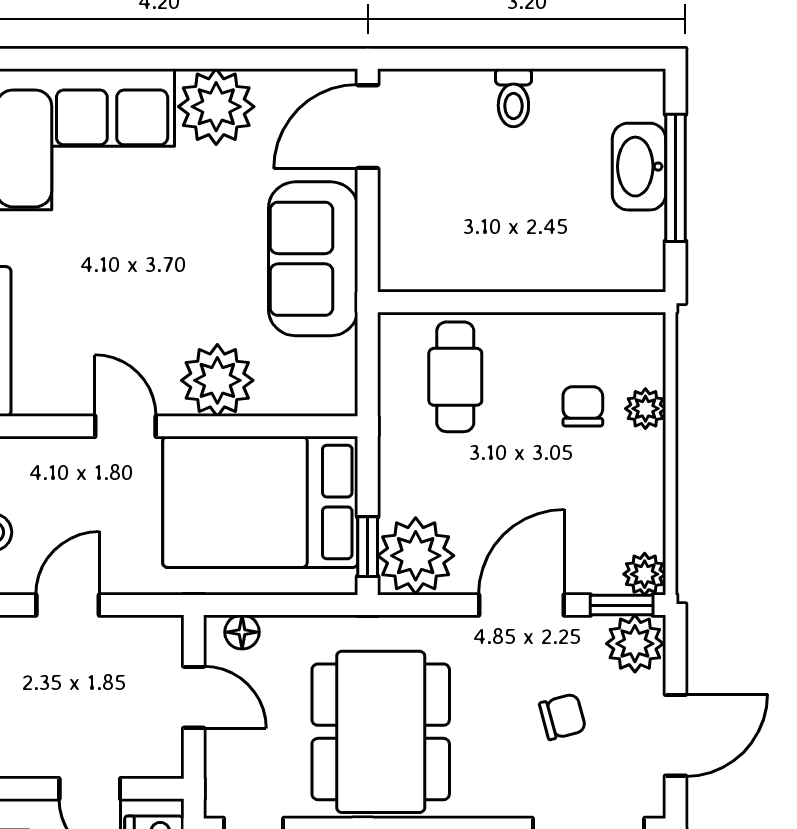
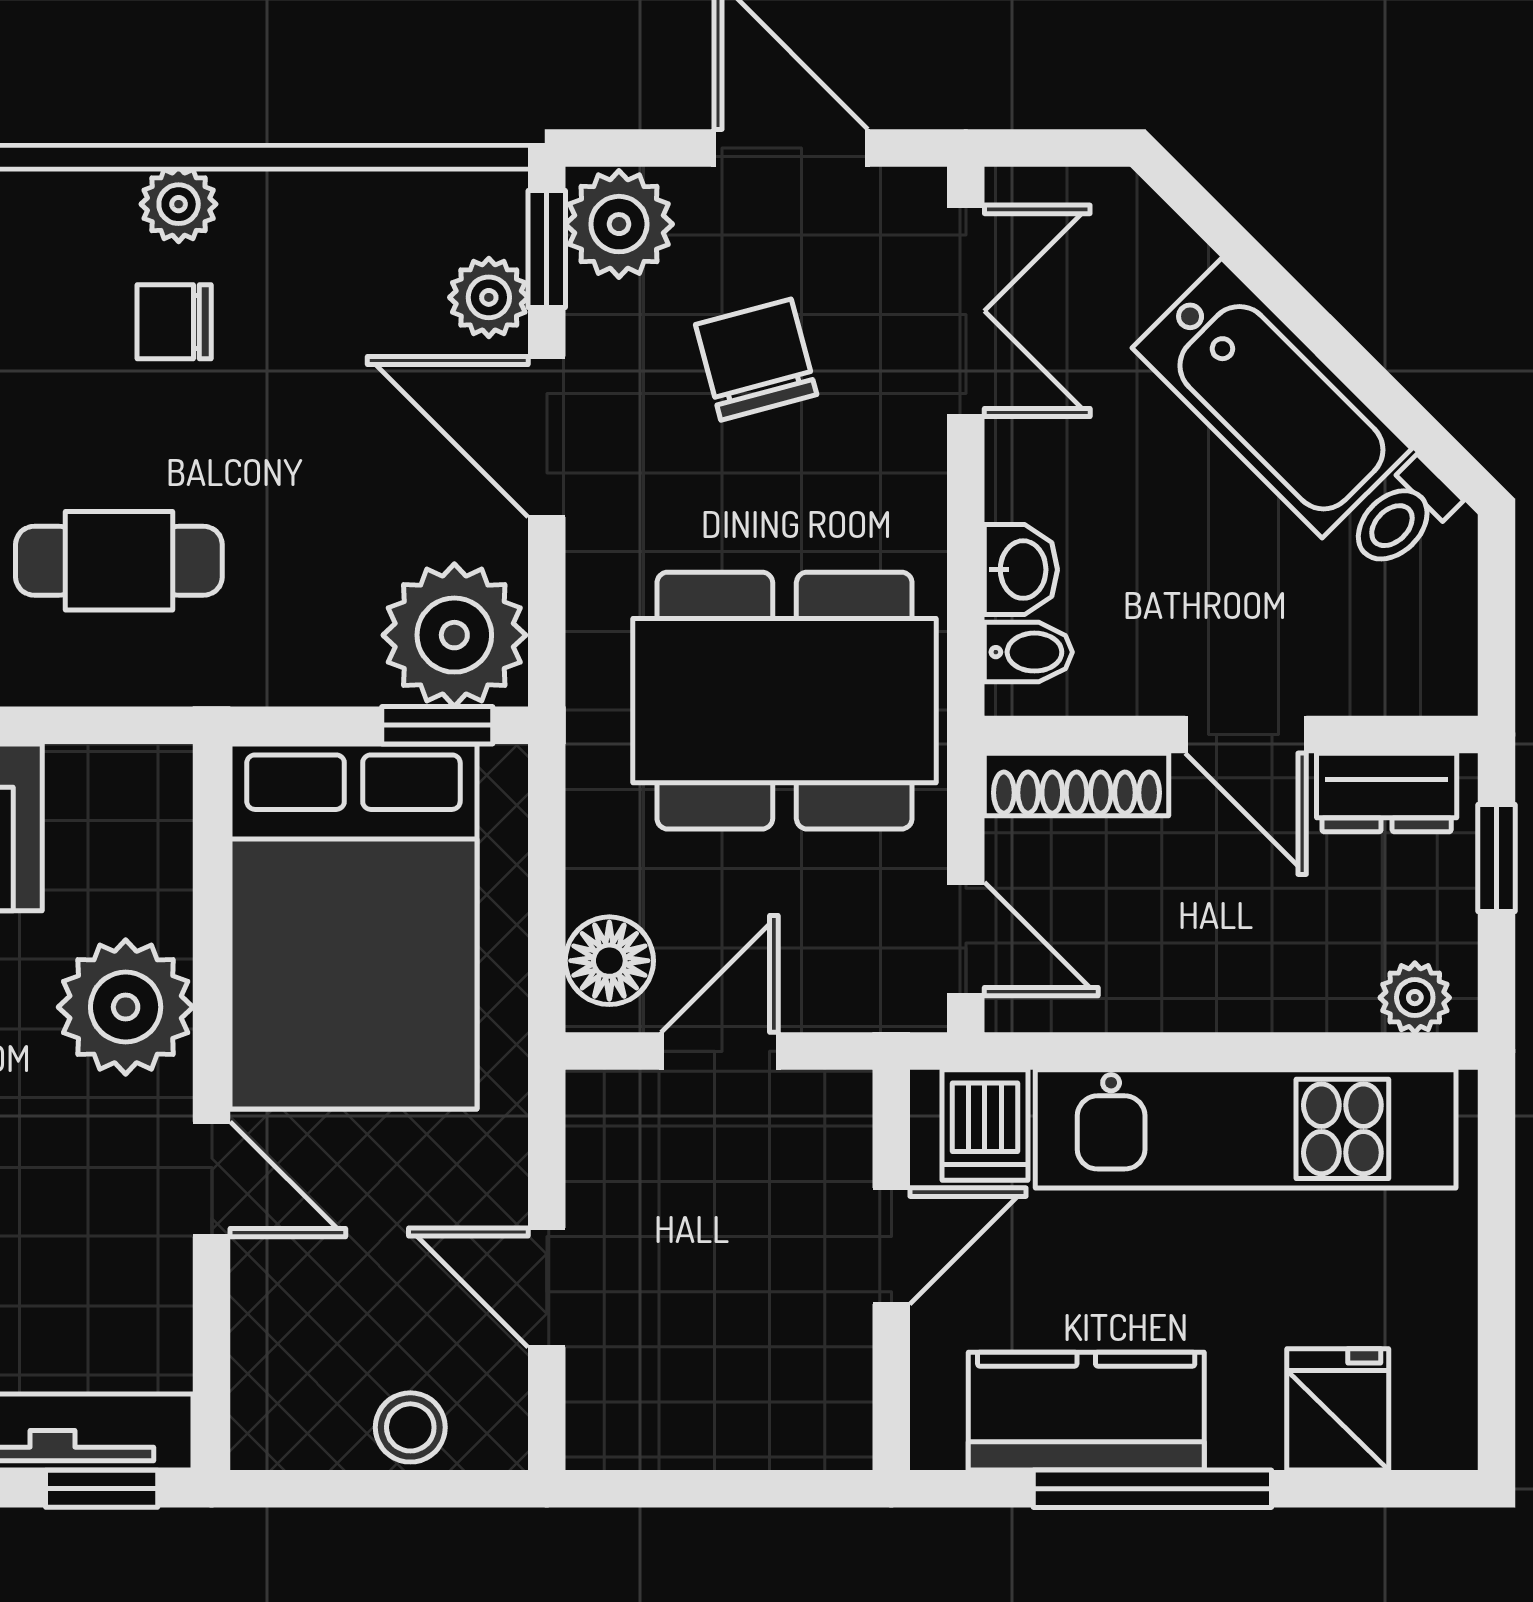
door: (125, 426) -> (212, 1179), swing flipped
plant: (645, 574) -> (489, 297), moved
floor lamp: (242, 632) -> (609, 961), width x1.37, depth x1.37
chair: (563, 717) -> (756, 360), width x1.37, depth x1.37

